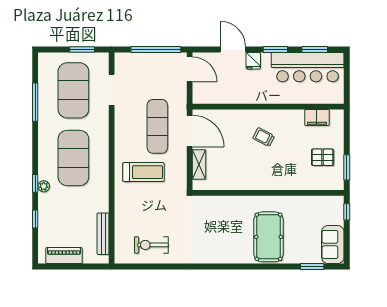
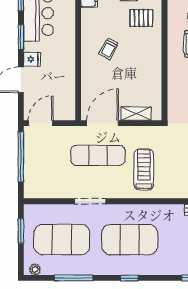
doorway: (112, 90) -> (90, 201), moved
pallet: (294, 170) -> (141, 18), added
window: (35, 183) -> (129, 278), moved
plant: (44, 186) -> (35, 269), moved

